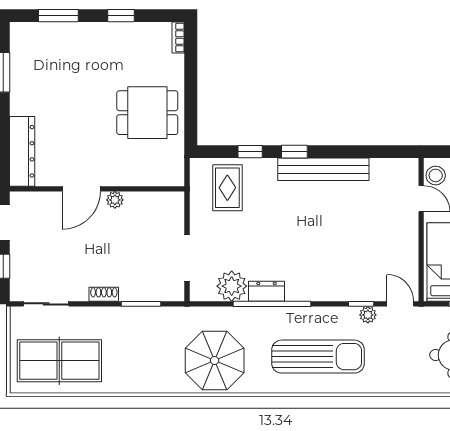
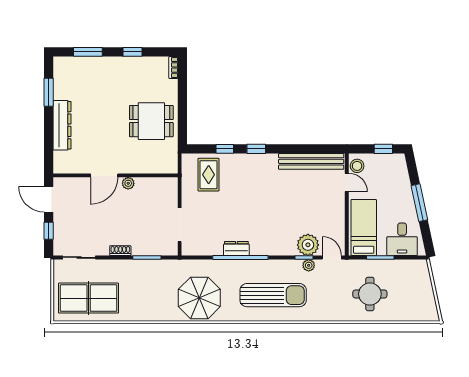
dresser: (22, 151) -> (62, 125), moved
bench: (323, 169) -> (311, 161), moved
plant: (232, 286) -> (308, 245), moved

